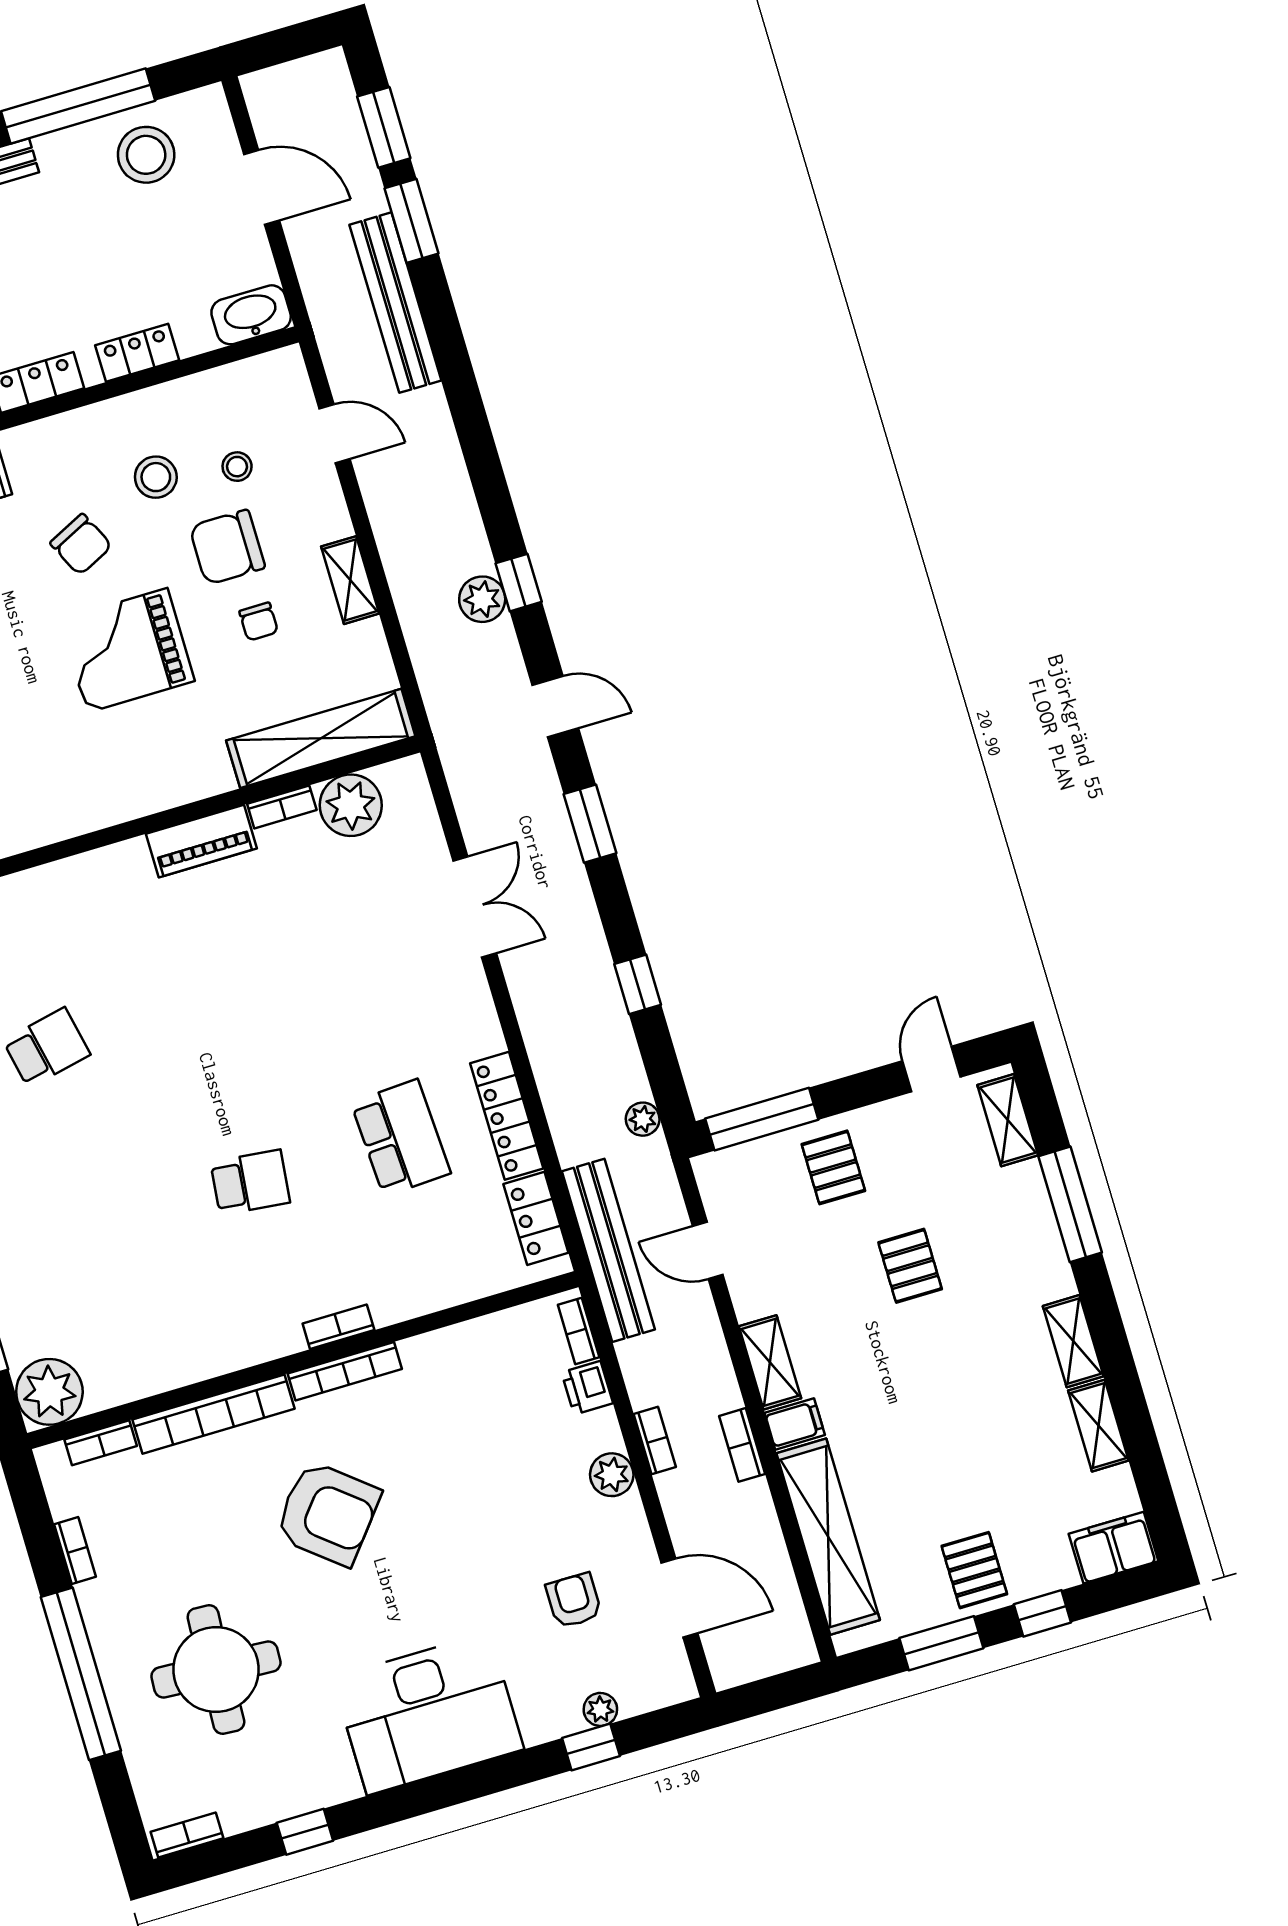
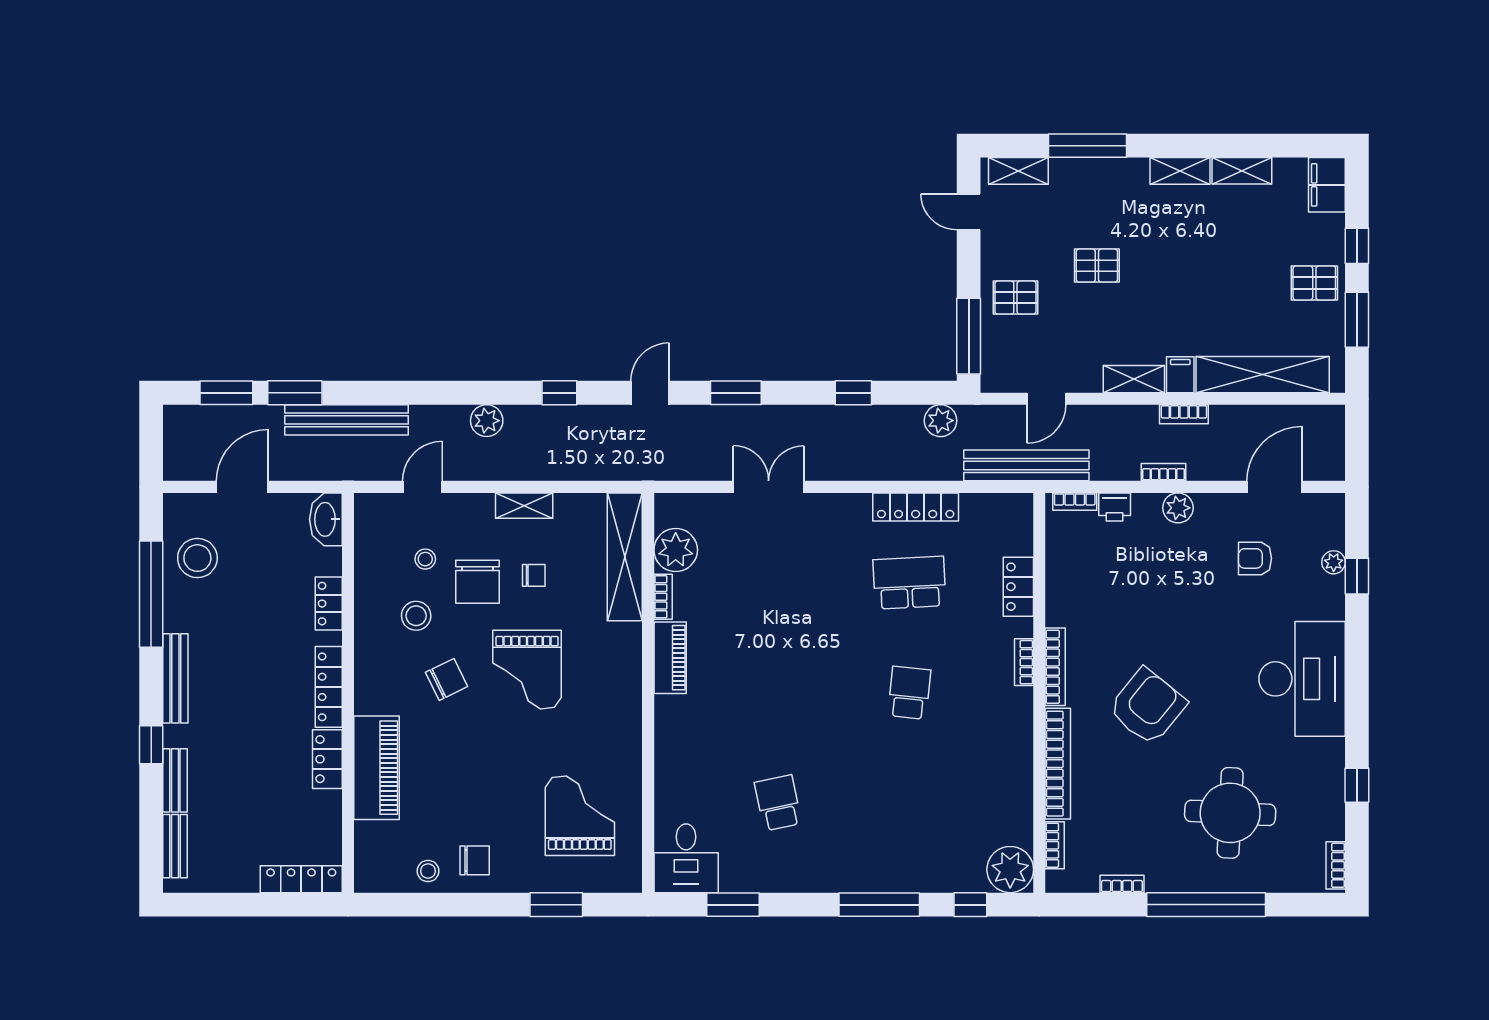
plant: (482, 599) -> (487, 421), moved
plant: (643, 1119) -> (941, 421), width x1.38, depth x1.38
locker: (536, 1218) -> (1018, 587), moved, turned 90

